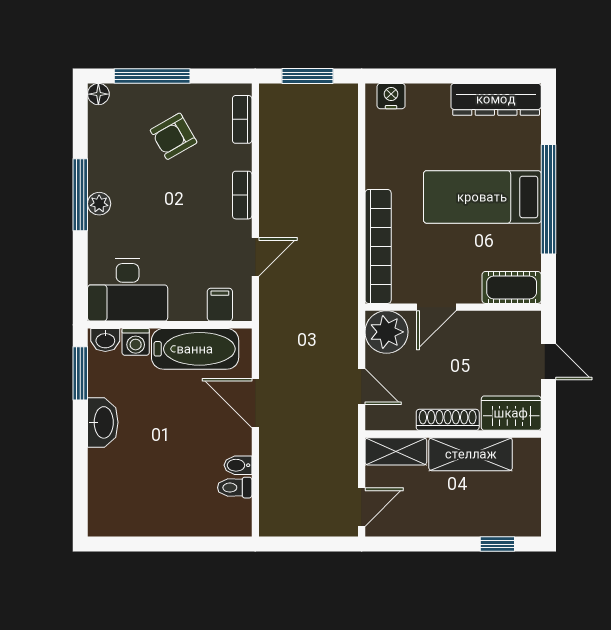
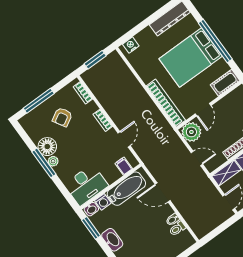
floor lamp: (98, 94) -> (47, 147), moved, width x1.89, depth x1.89
bed: (482, 197) -> (191, 58), width x1.50

